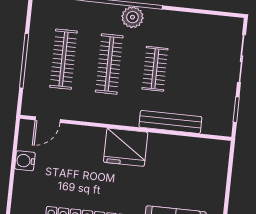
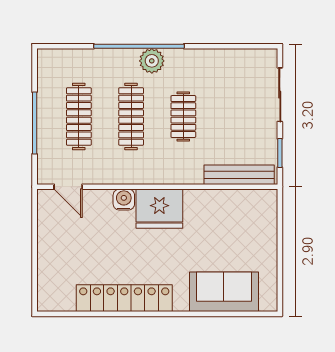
door: (48, 120) -> (68, 187), hinge flipped
bench: (170, 122) -> (239, 175), moved
water cooler: (25, 161) -> (124, 200), moved, turned 90

